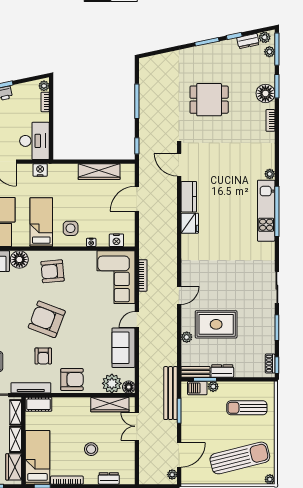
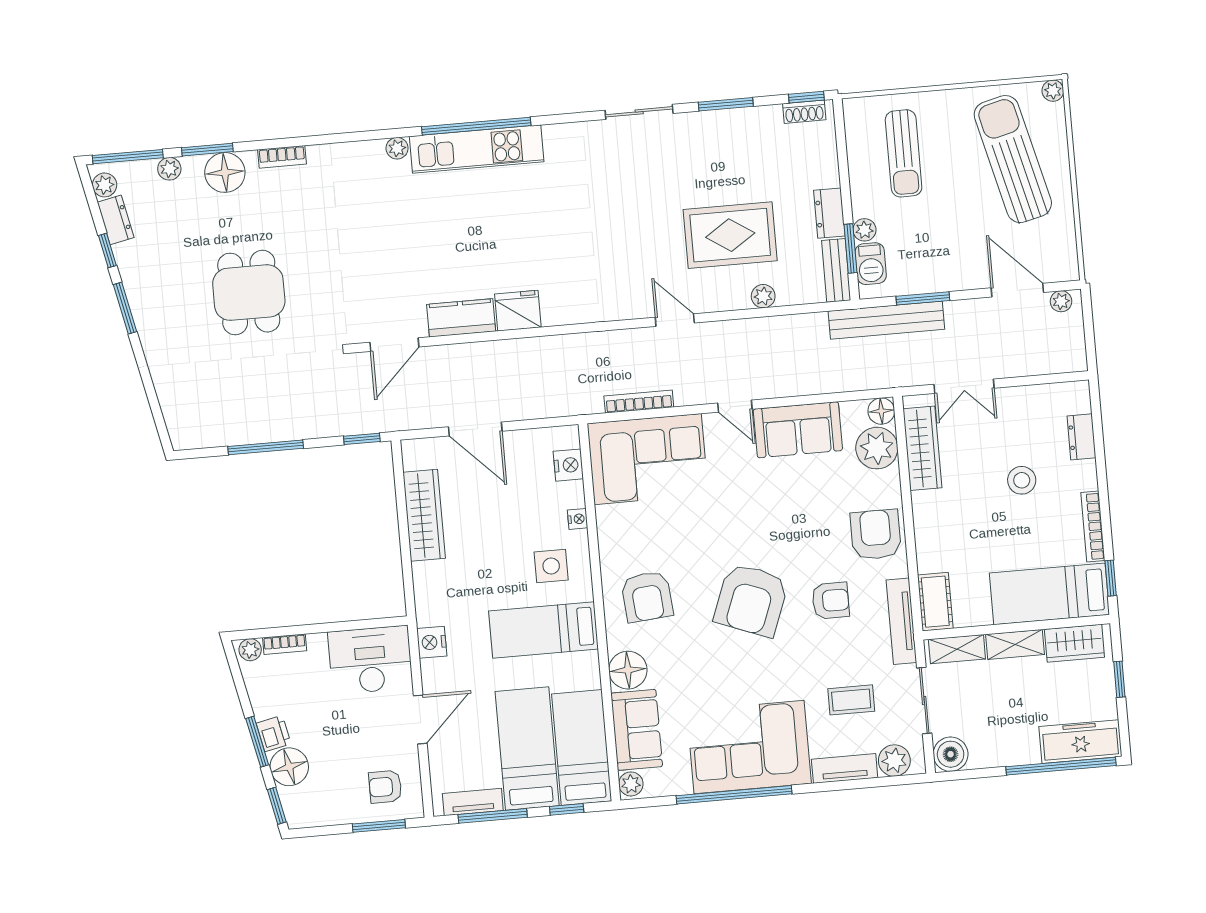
plant: (269, 52) -> (169, 169), moved
rug: (216, 324) -> (730, 235), turned 90

